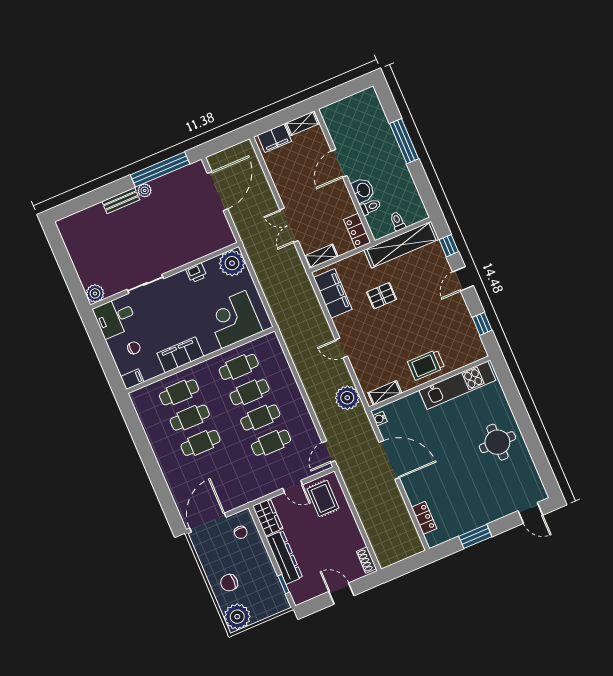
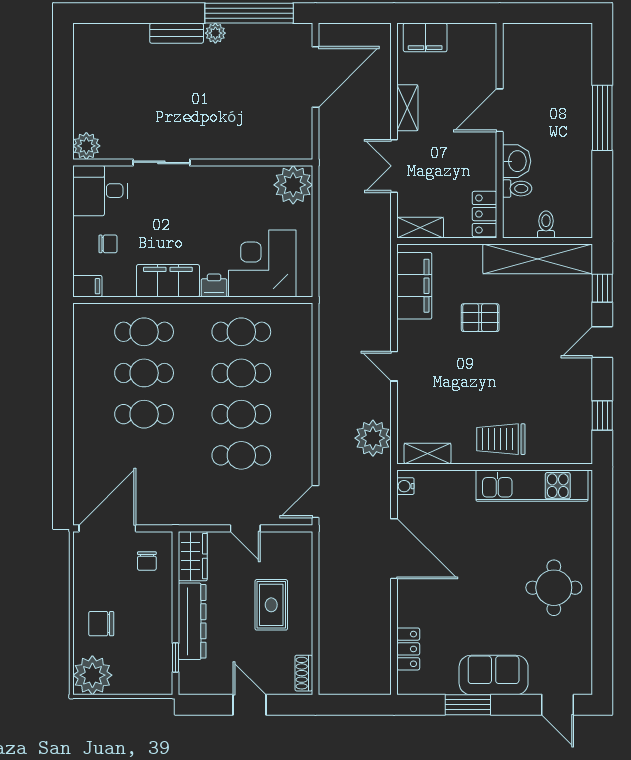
shelving: (302, 123) -> (407, 108), moved, turned 90
printer: (196, 273) -> (214, 285), moved, turned 180
rug: (323, 498) -> (271, 605), moved
sofa: (483, 512) -> (494, 675), added

